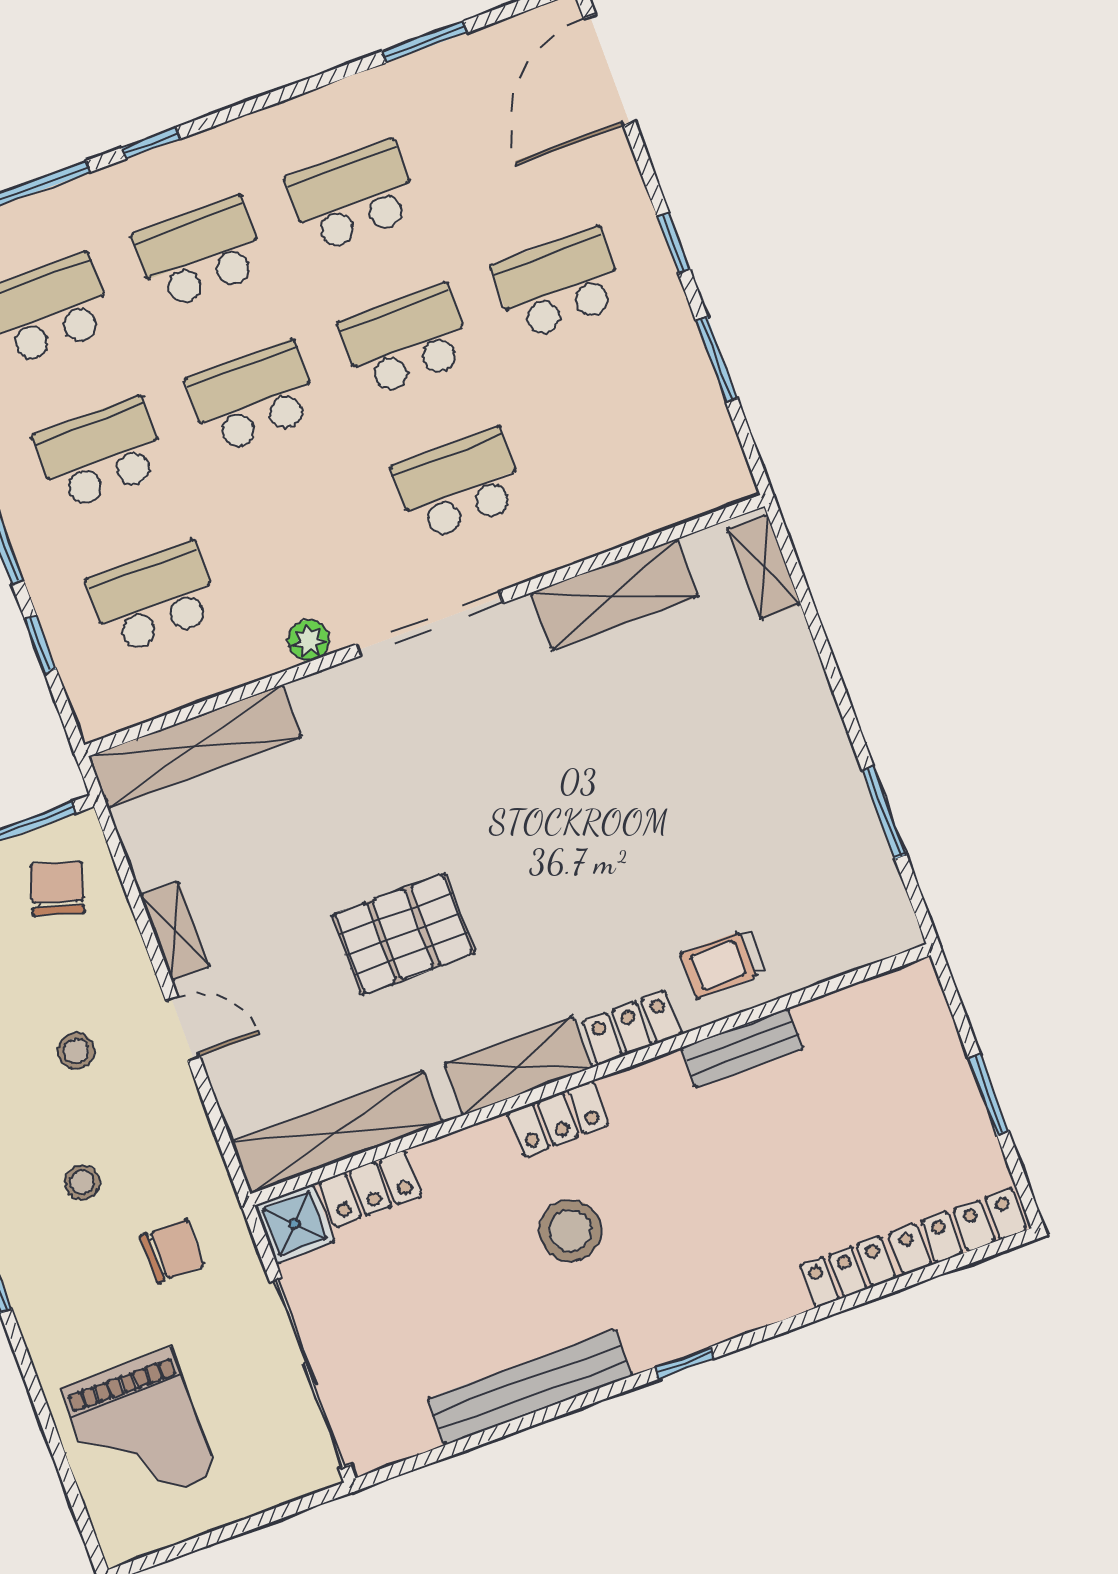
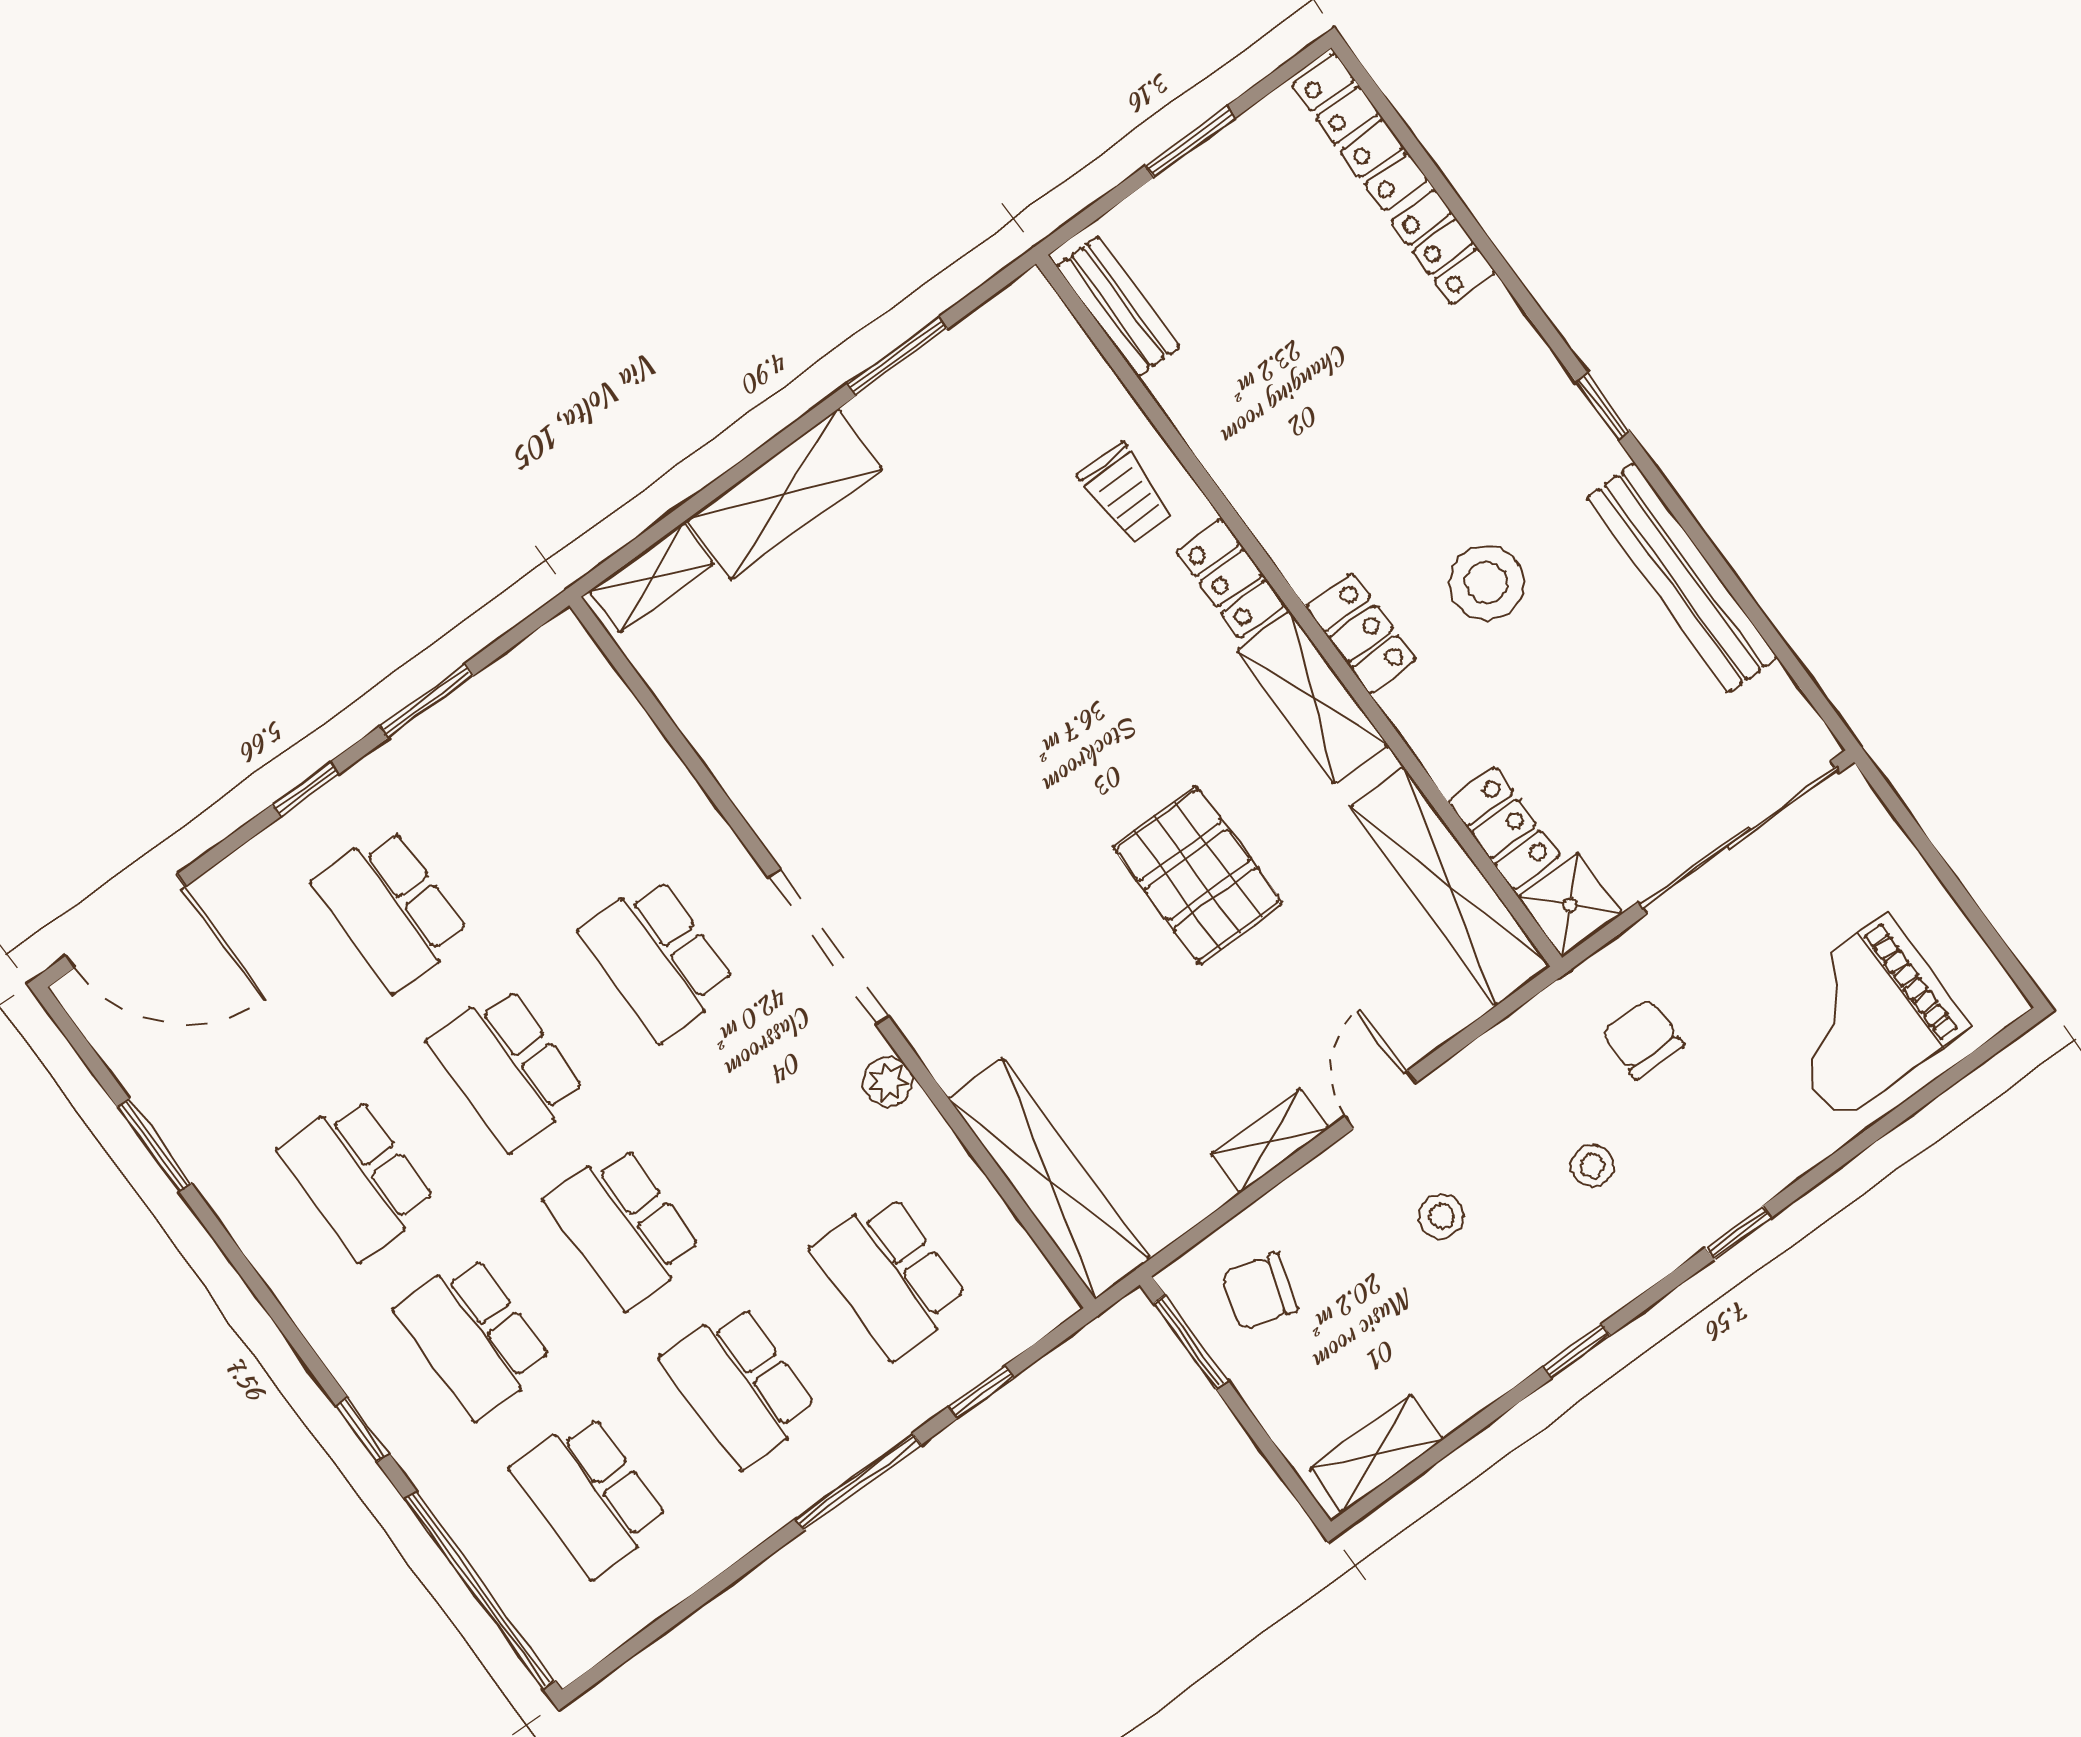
shelving: (614, 595) -> (785, 494), moved, turned 90
bench: (742, 1048) -> (1118, 307), moved
grand piano: (139, 1431) -> (1863, 1017), turned 180

